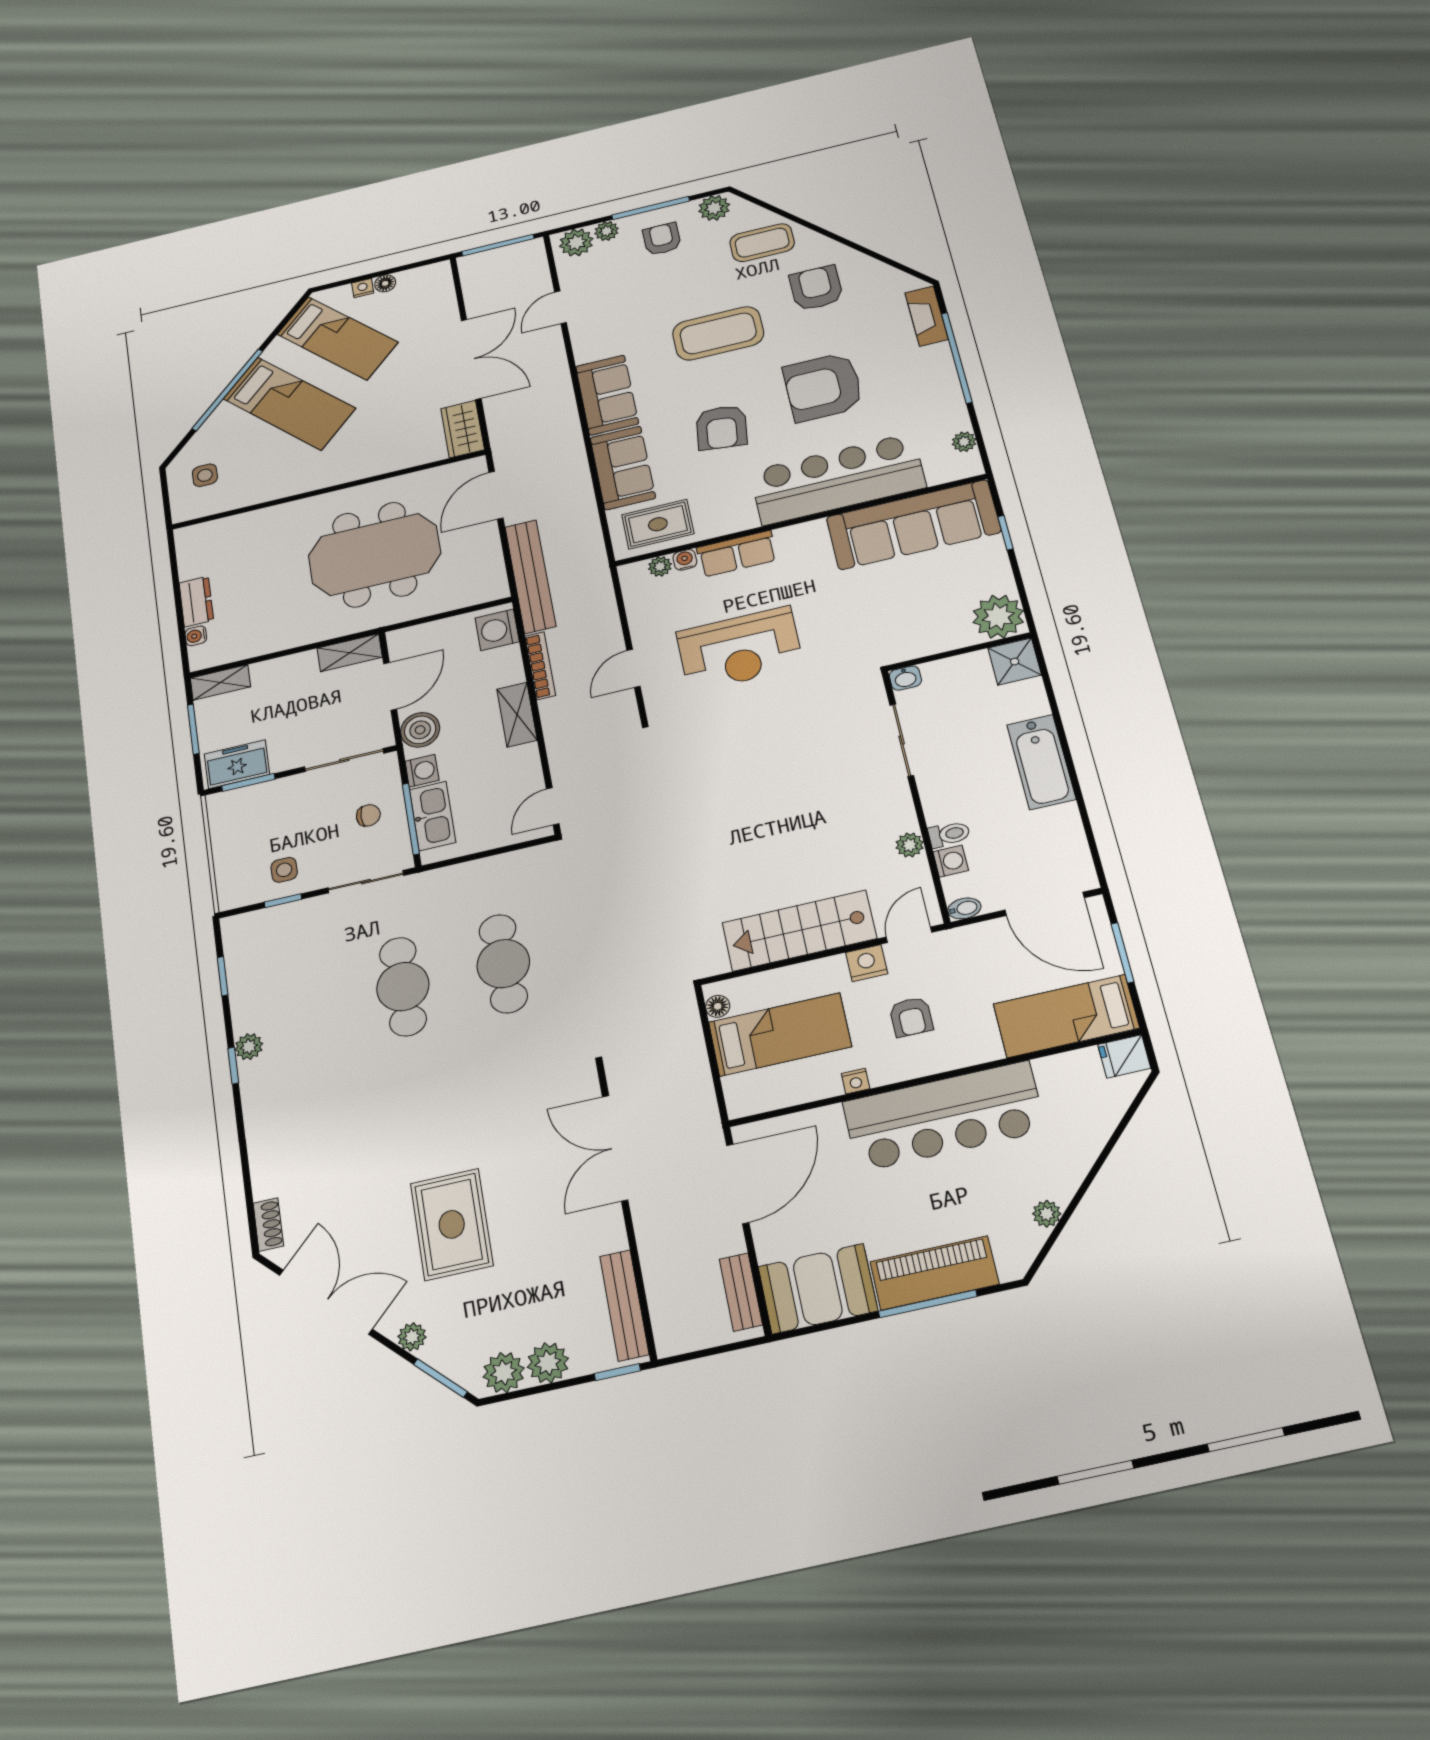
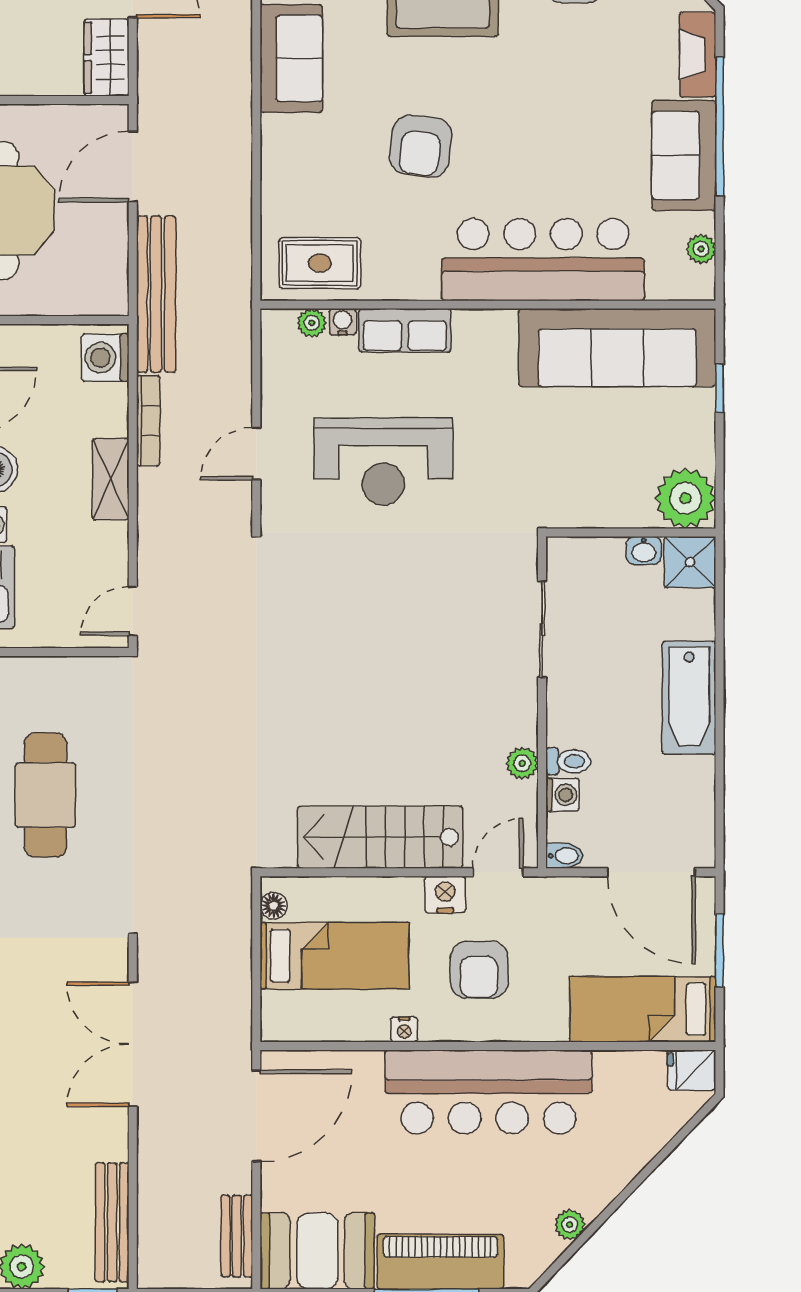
armchair: (823, 387) -> (553, 122), removed
sofa: (623, 468) -> (684, 155), moved, turned 180
washbasin: (905, 678) -> (644, 550), moved
armchair: (911, 1017) -> (479, 970), width x1.38, depth x1.38

